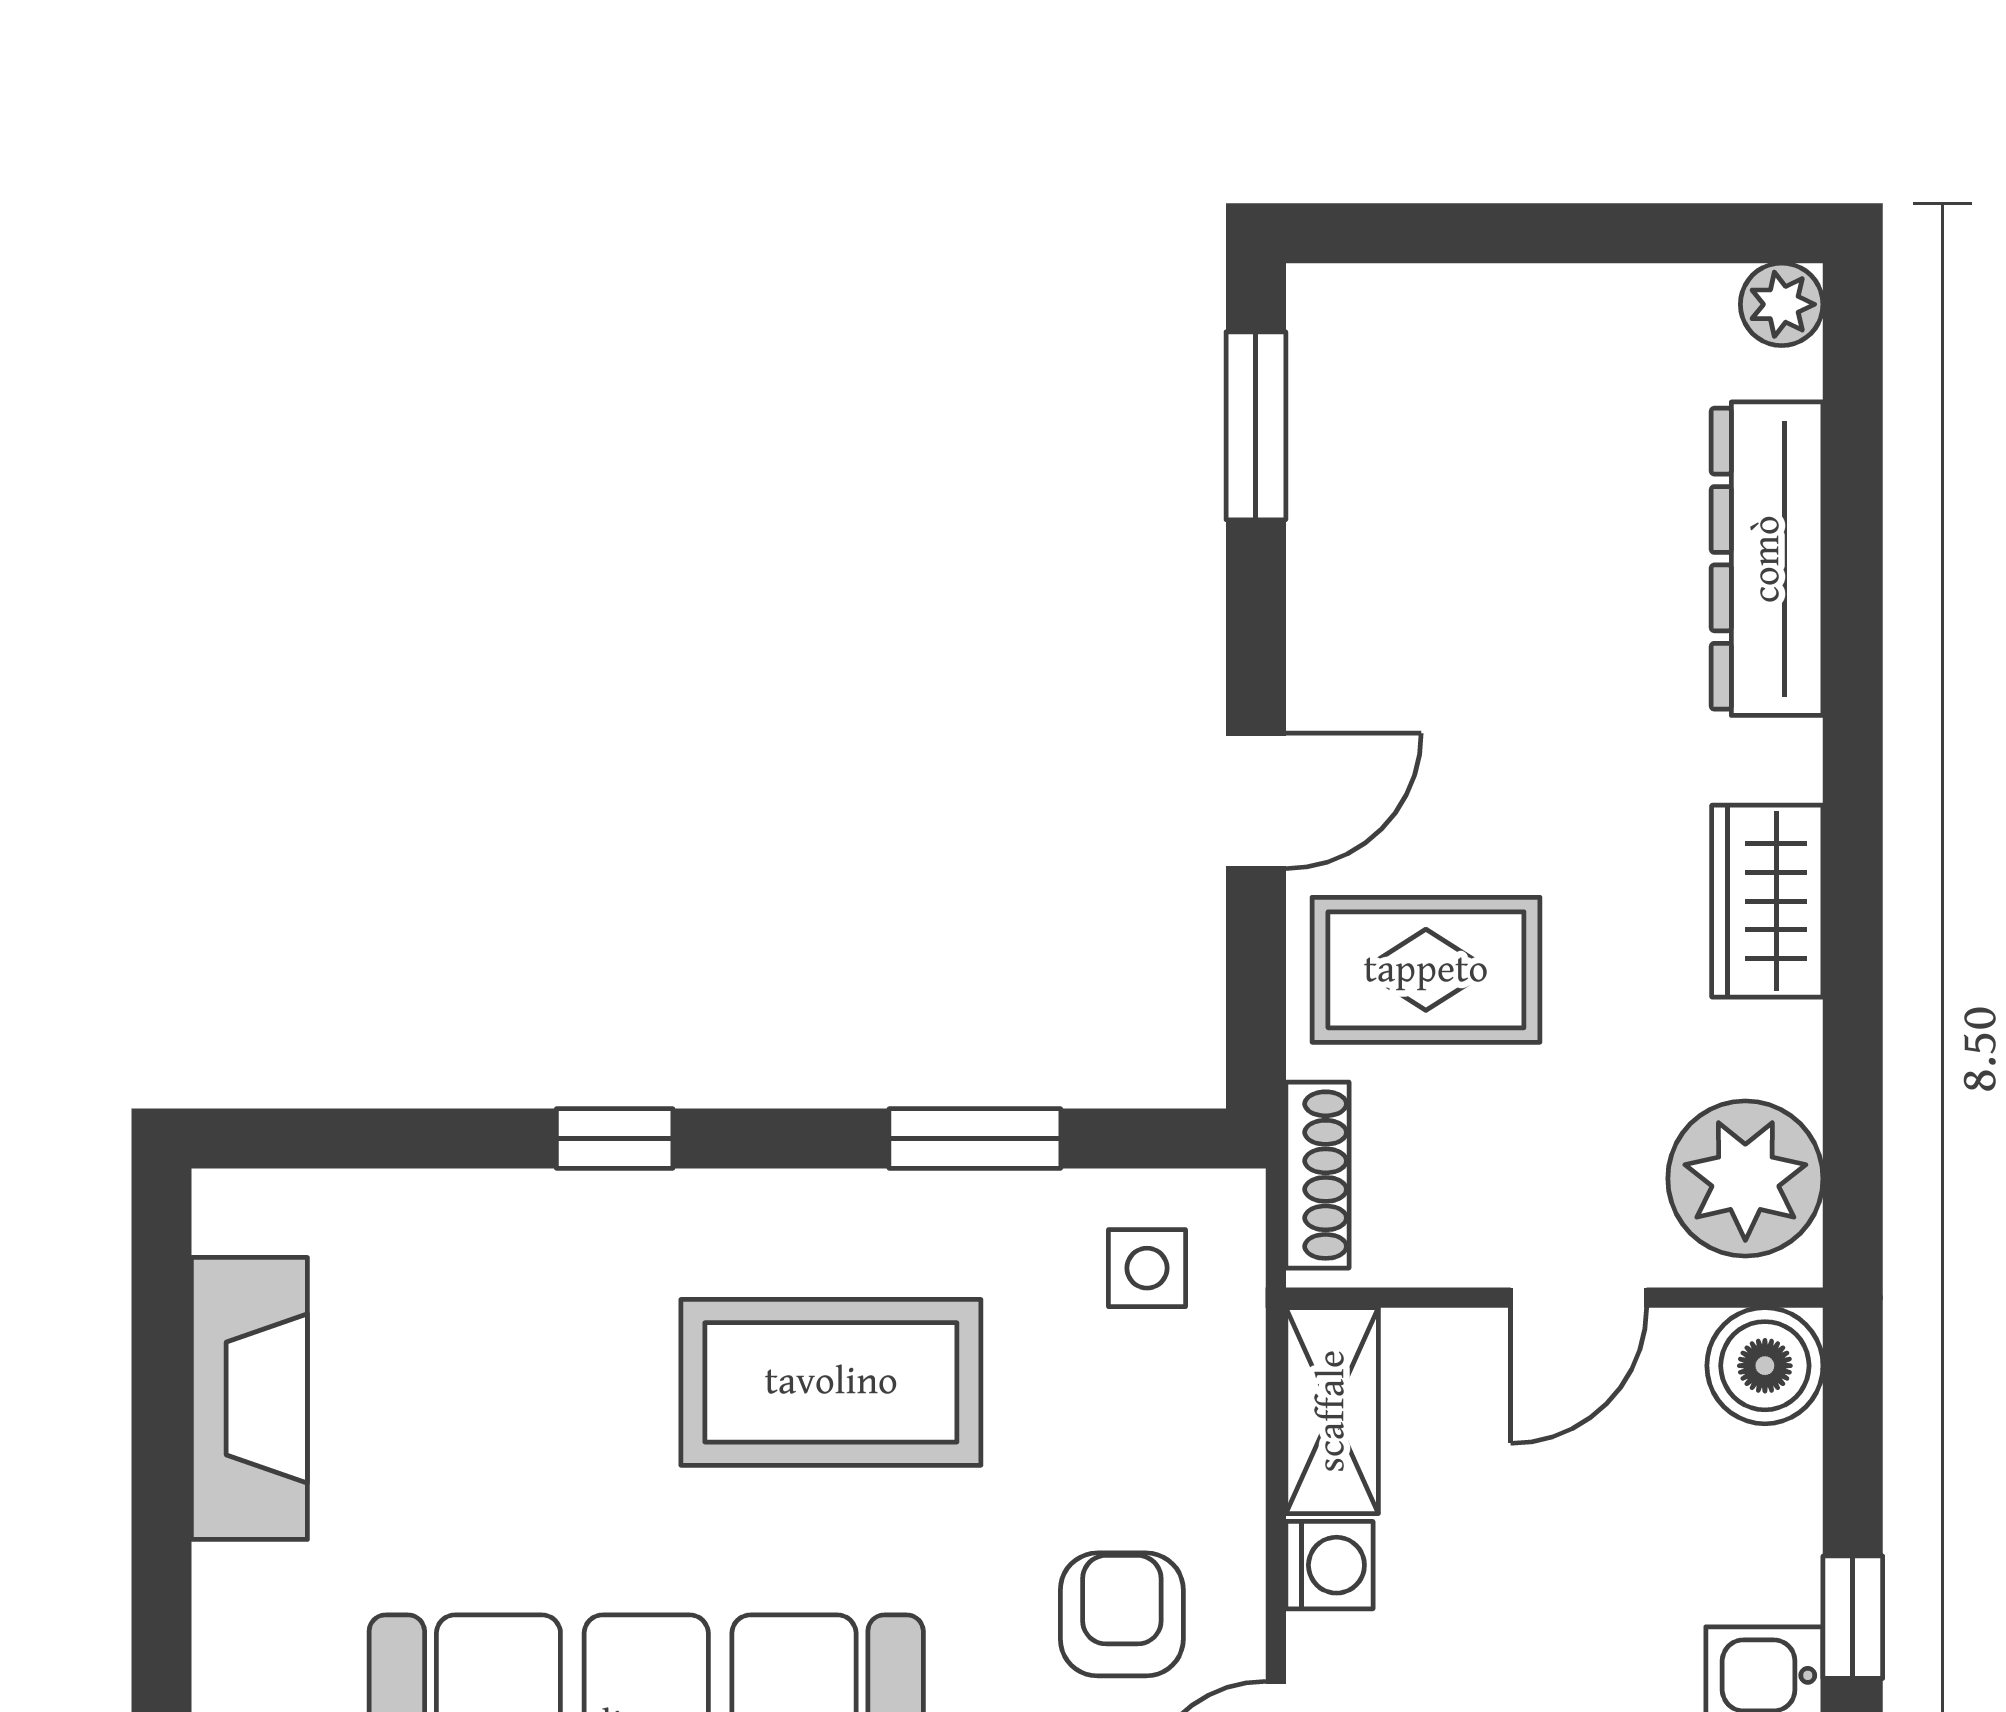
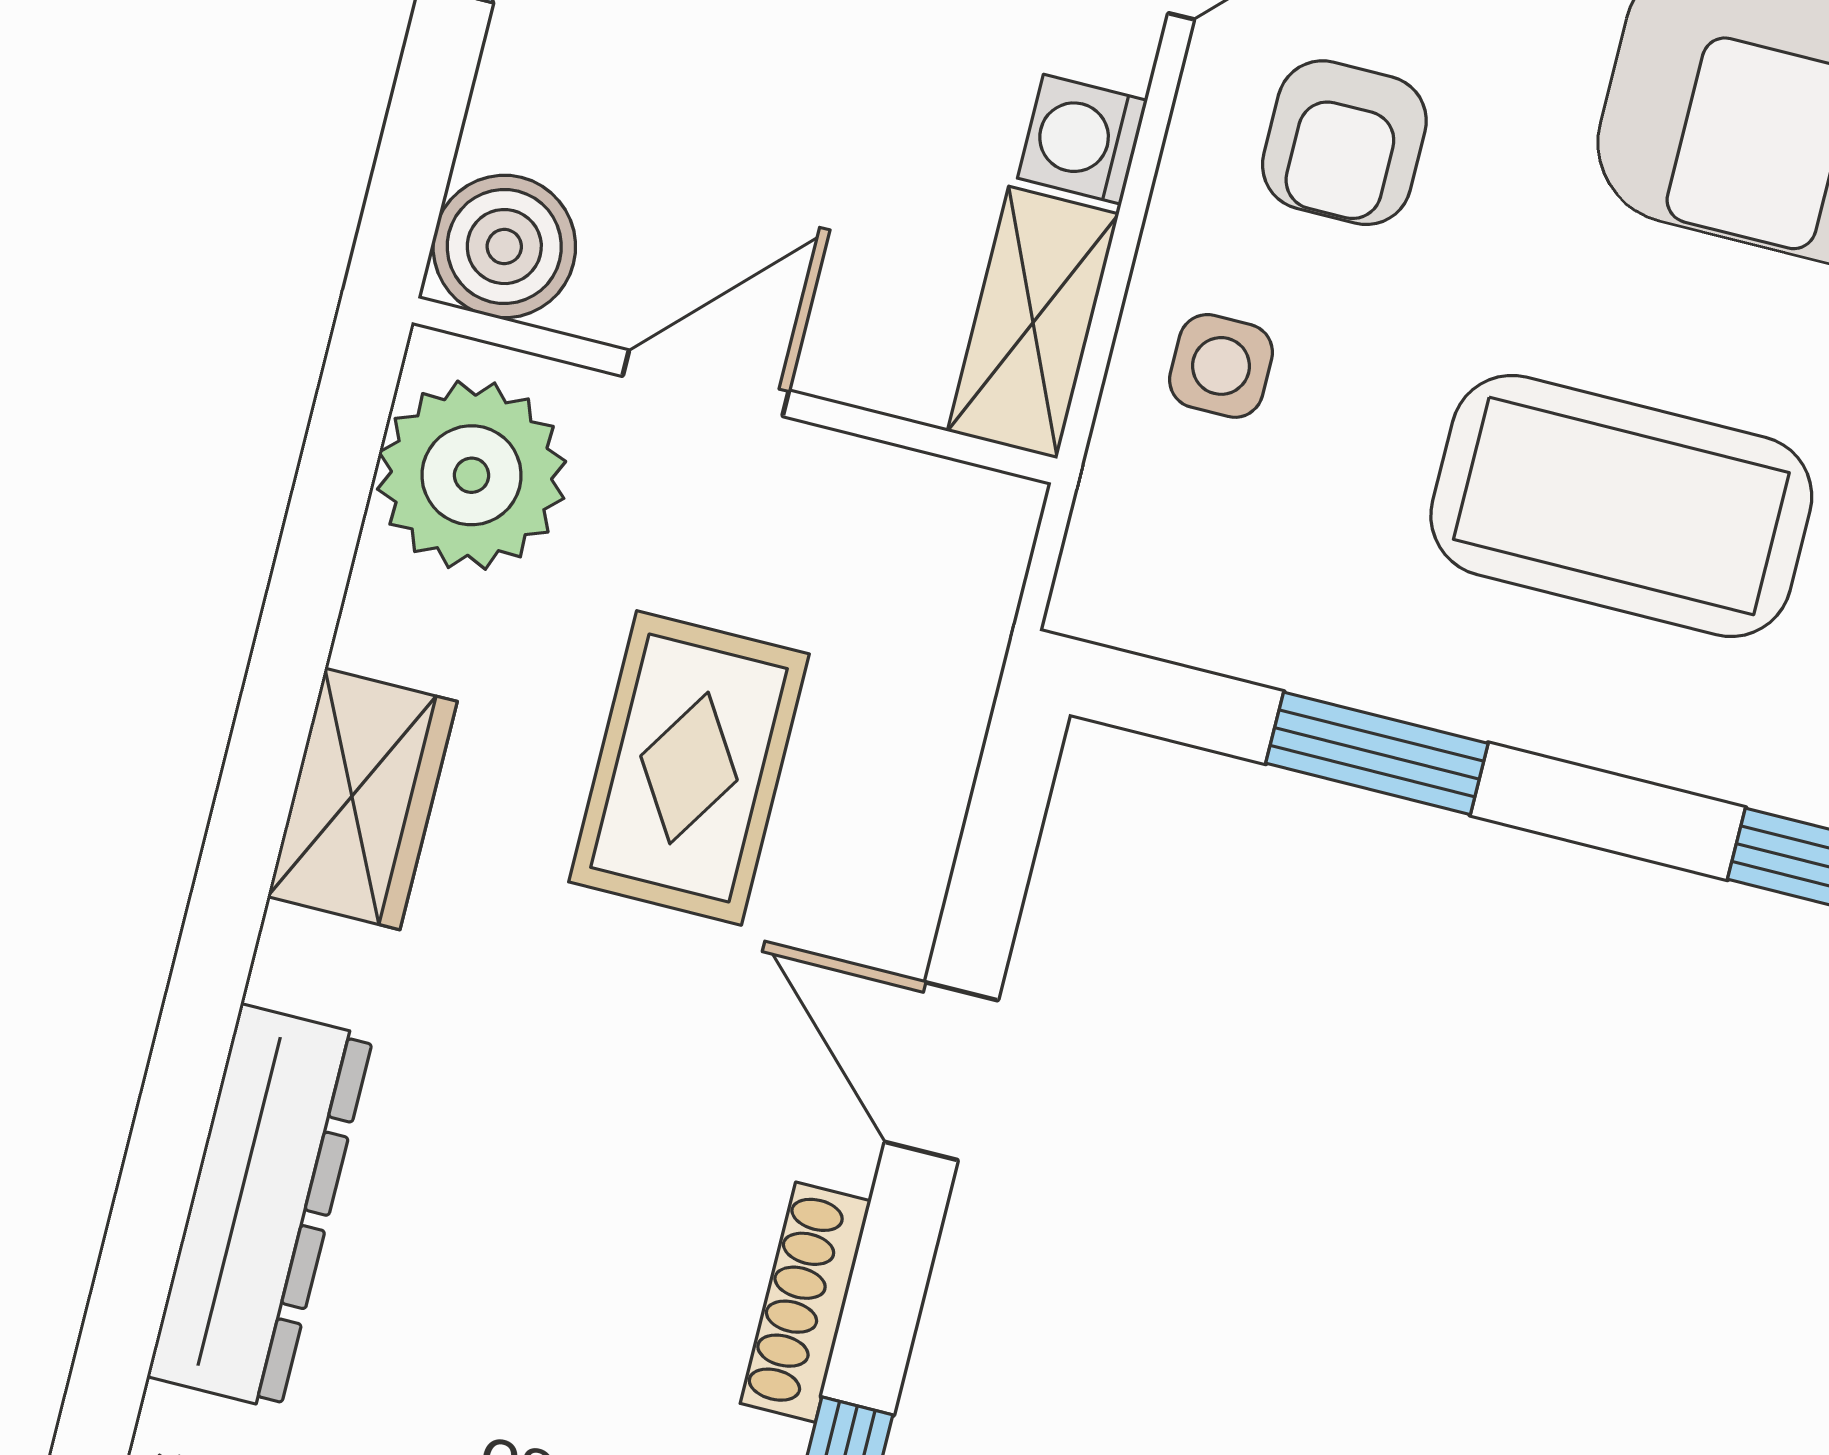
door: (1256, 801) -> (941, 1071), hinge flipped
rug: (1426, 970) -> (689, 768), moved, turned 90
shoe rack: (1317, 1175) -> (806, 1302), moved
side table: (1147, 1268) -> (1221, 366), moved

